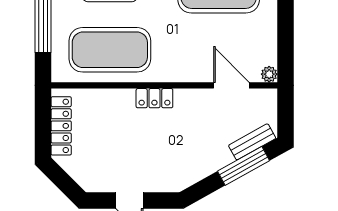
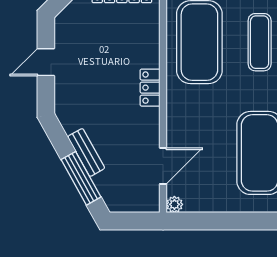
bench: (252, 142) -> (86, 152), moved

